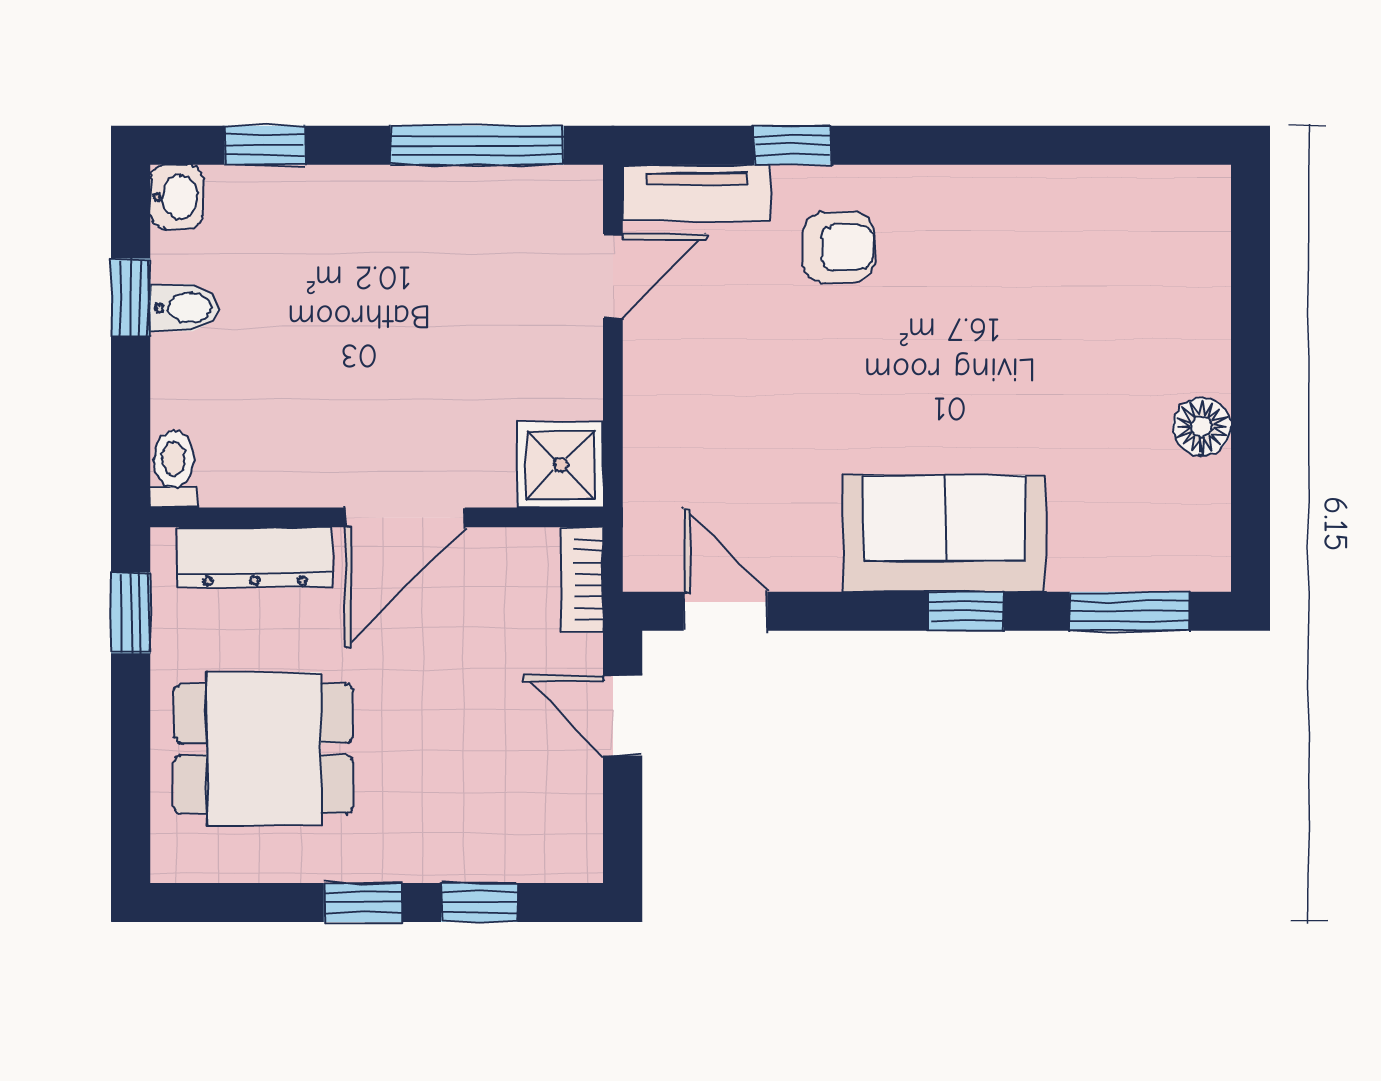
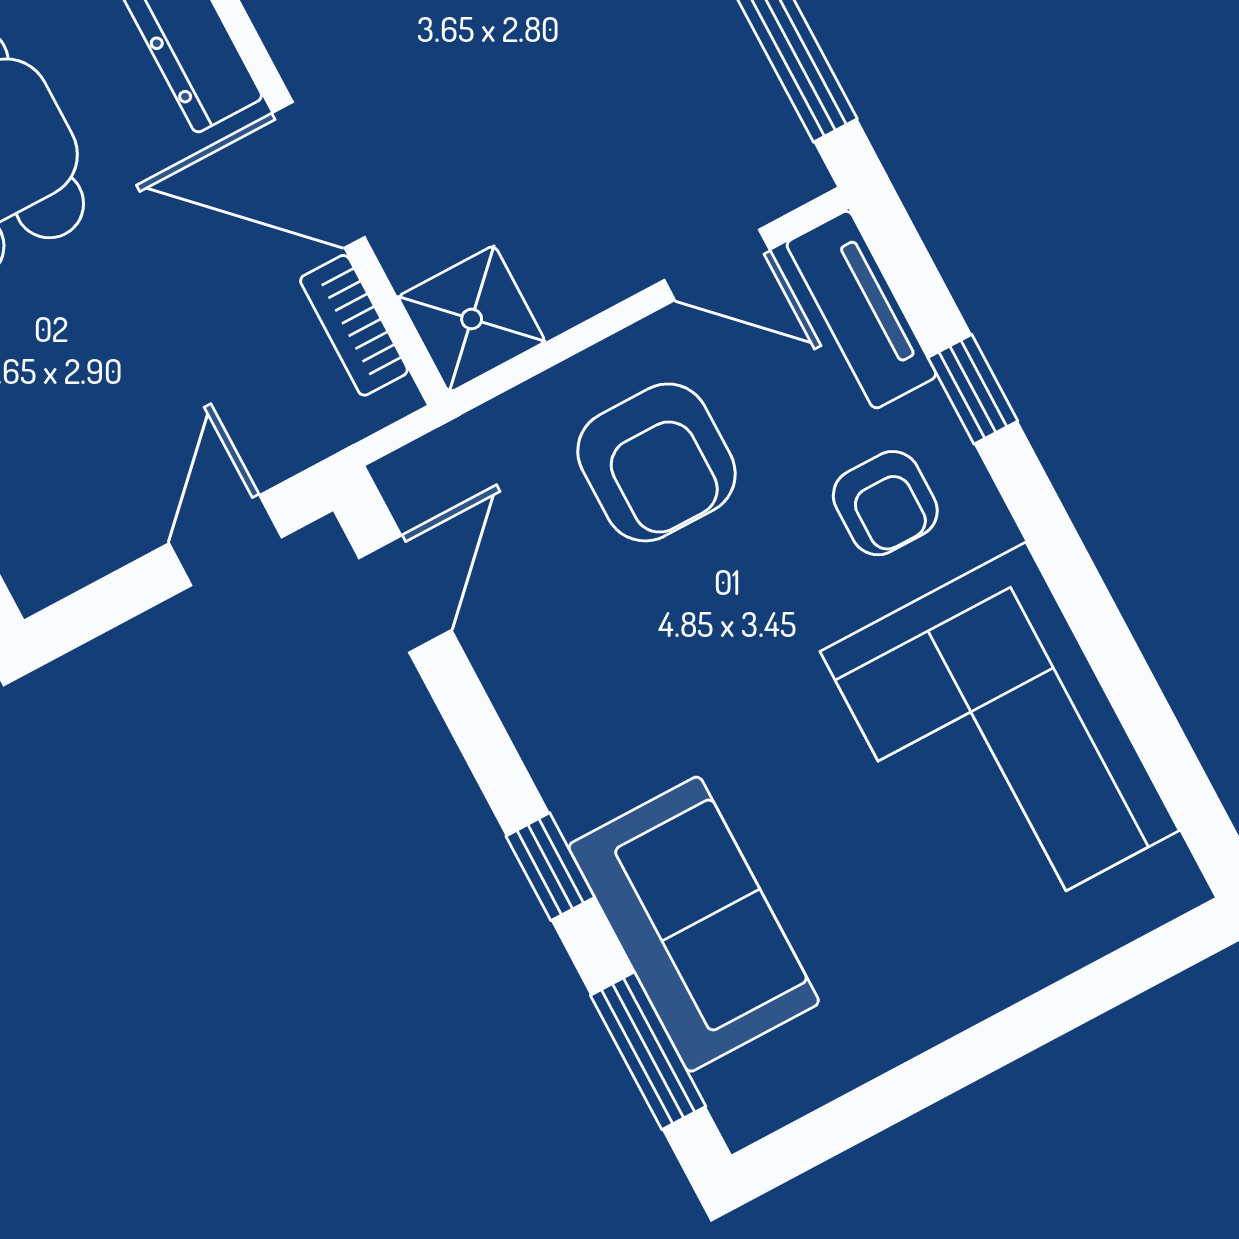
corner sofa: (1044, 256) -> (1000, 741), added
armchair: (727, 390) -> (656, 462), added
floor lamp: (1202, 427) -> (901, 1022), removed
sofa: (944, 533) -> (694, 924), moved
bookcase: (582, 580) -> (354, 325), moved, turned -90

